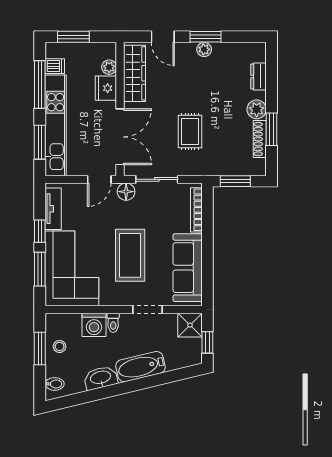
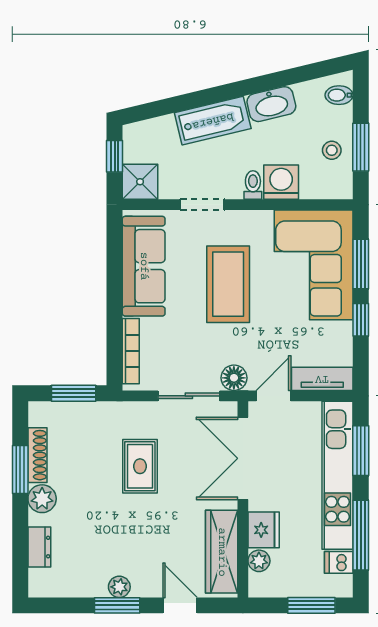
tv unit: (53, 209) -> (322, 379), moved, turned 90

